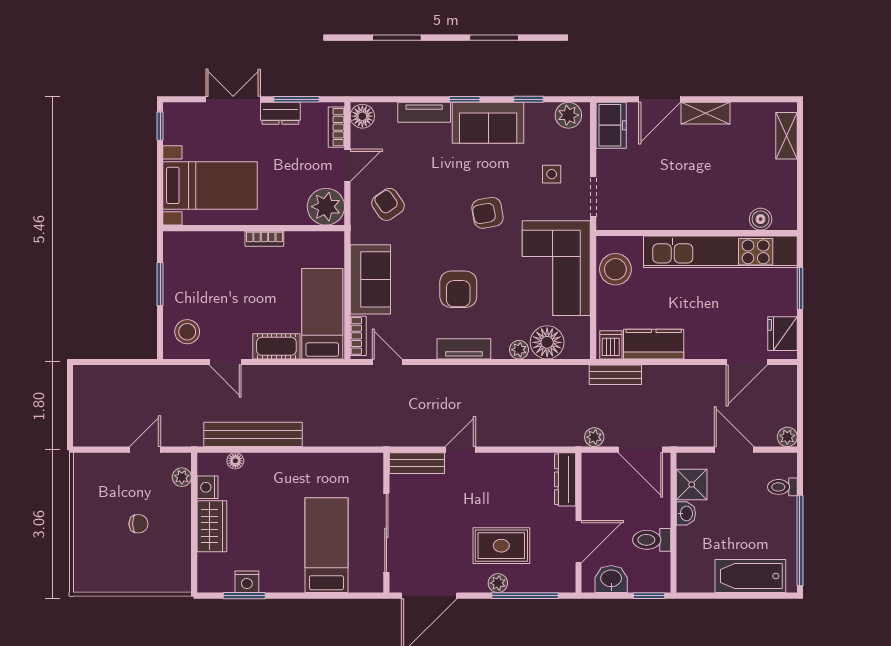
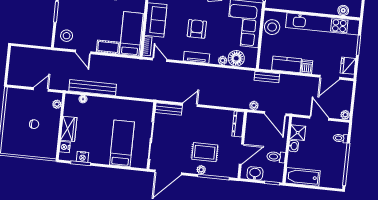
armchair: (458, 289) -> (197, 29), turned 180
dishwasher: (611, 345) -> (307, 67), moved
nightstand: (207, 487) -> (65, 147), moved
bathtub: (750, 576) -> (303, 177), moved

